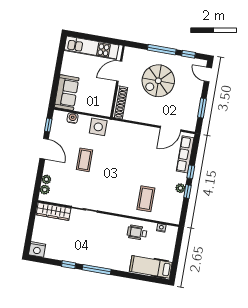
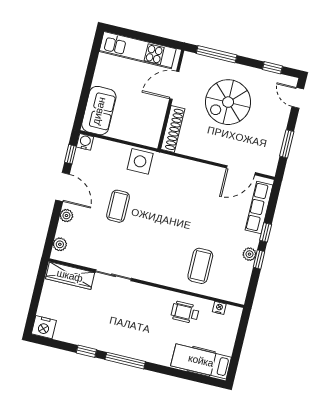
window: (162, 50) -> (217, 54), moved
water cooler: (73, 118) -> (85, 142), moved
plant: (46, 179) -> (66, 216), moved

